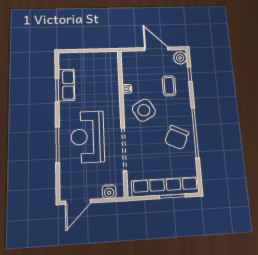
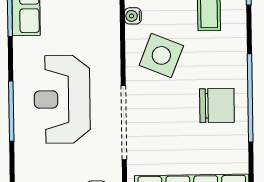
side table: (144, 110) -> (161, 55), turned -38
chair: (177, 137) -> (217, 105), turned -115

